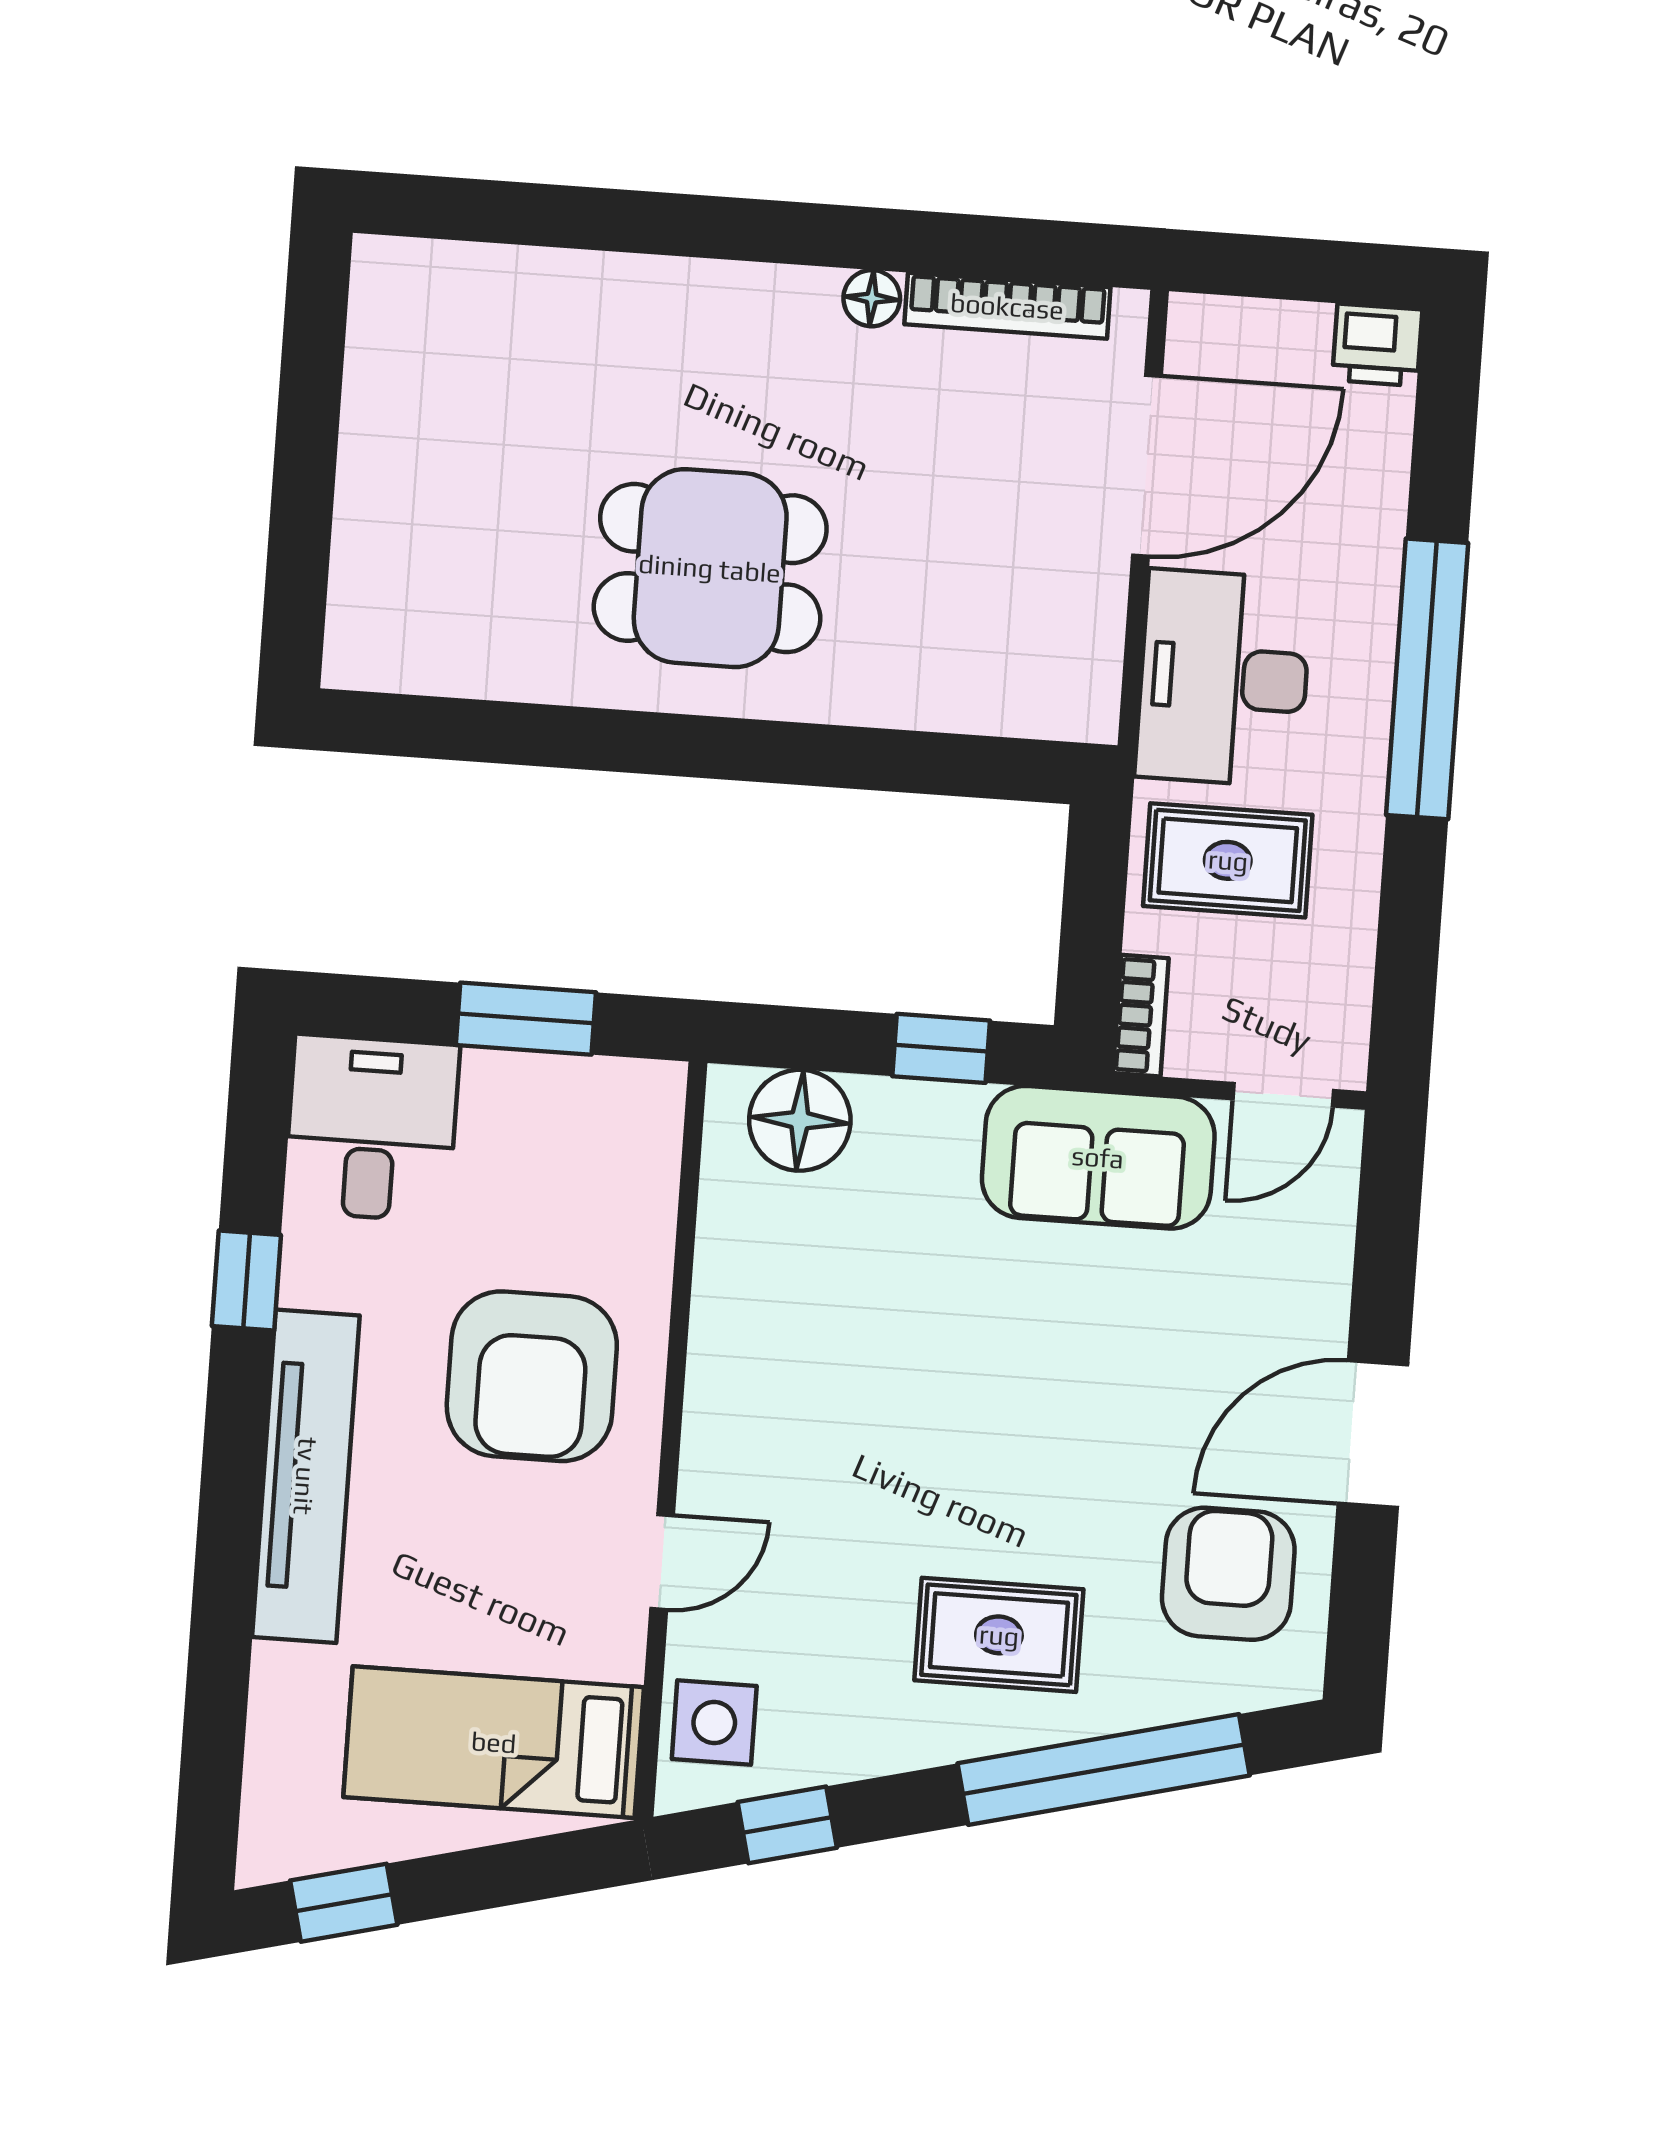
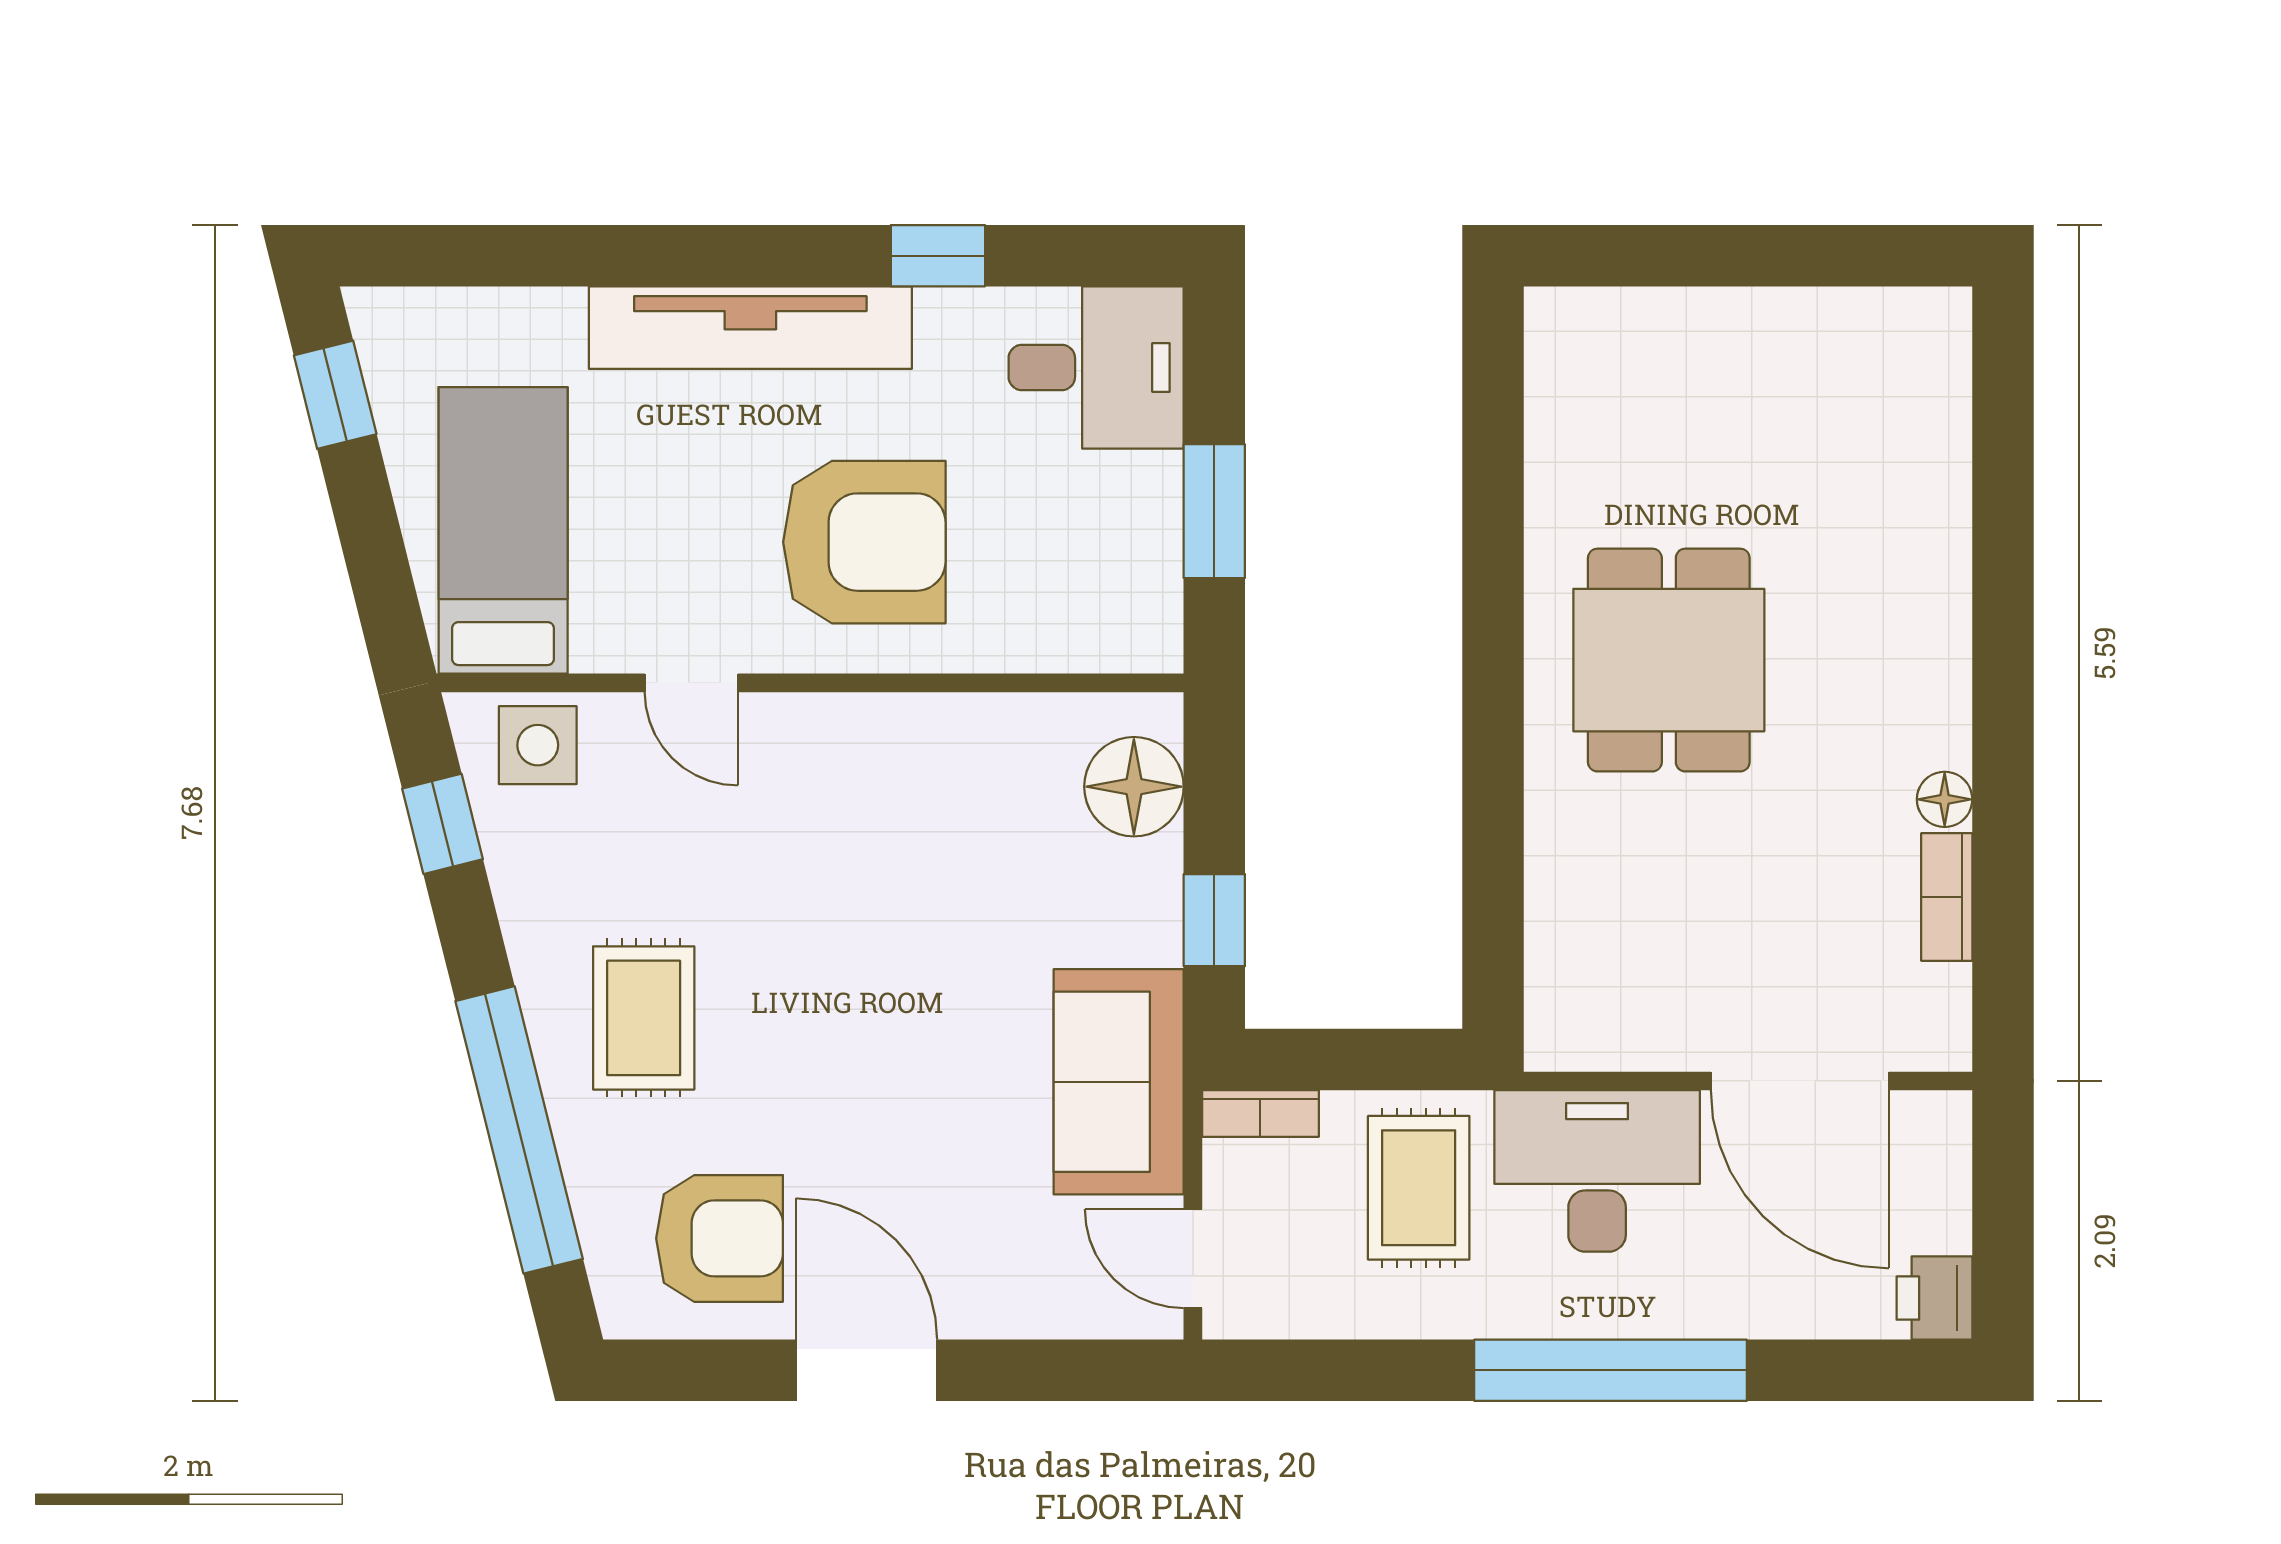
bookcase: (1007, 306) -> (1947, 897), width x0.64
armchair: (532, 1376) -> (864, 542), turned 180

